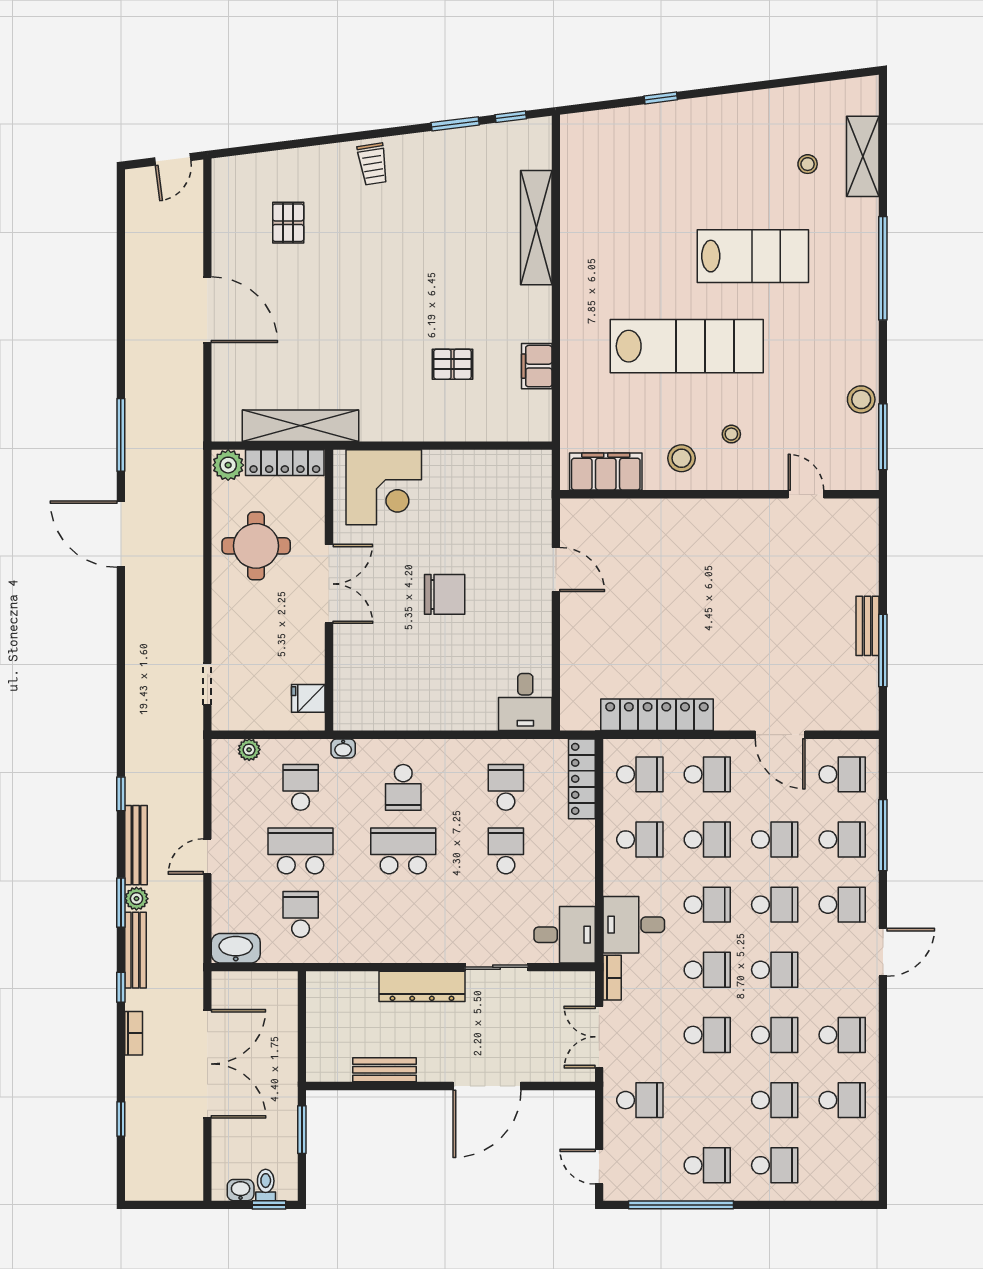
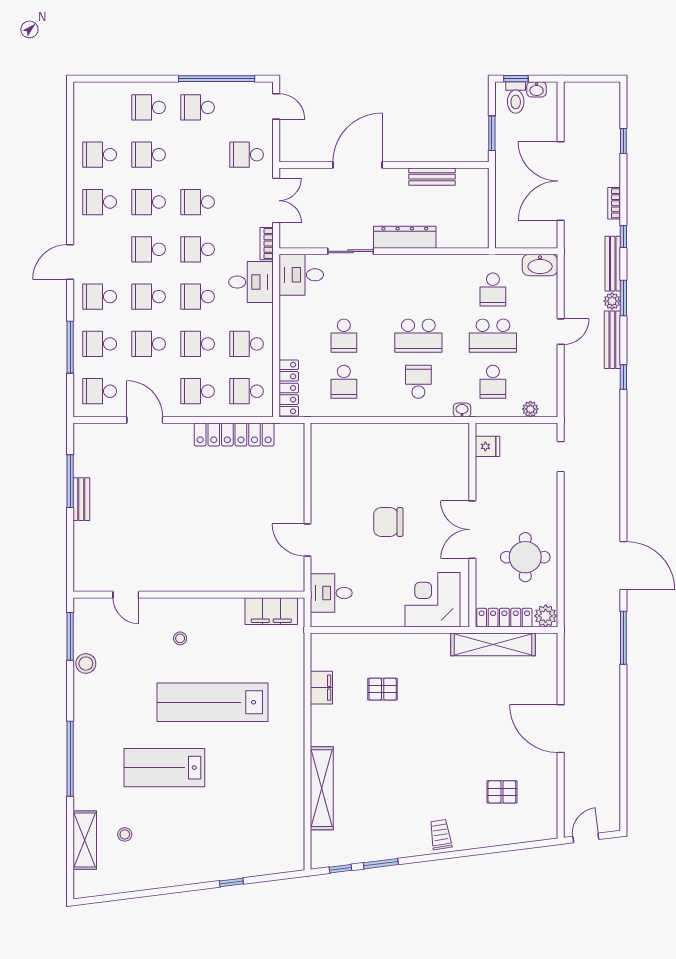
pallet: (288, 223) -> (502, 792), turned 90
stool: (681, 458) -> (216, 621), removed
desk: (525, 702) -> (331, 593), moved, turned -90
toilet: (266, 1185) -> (516, 97), width x1.37, depth x1.39

